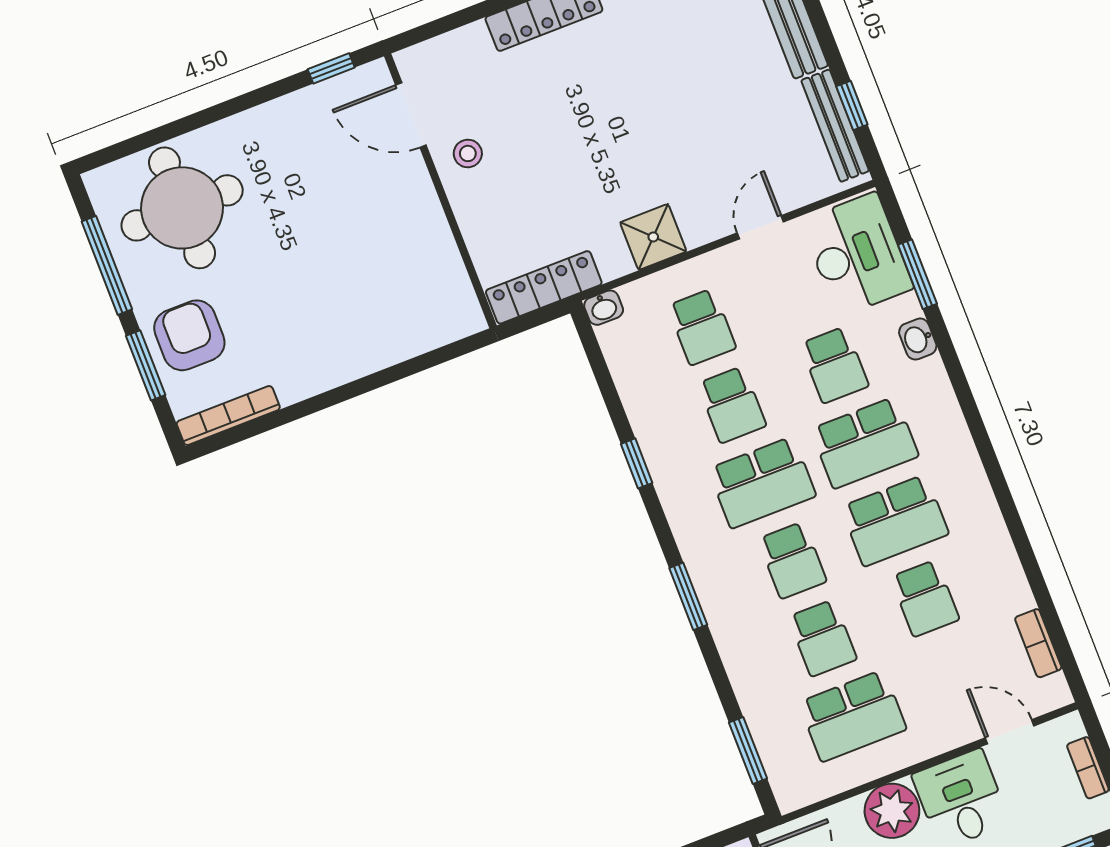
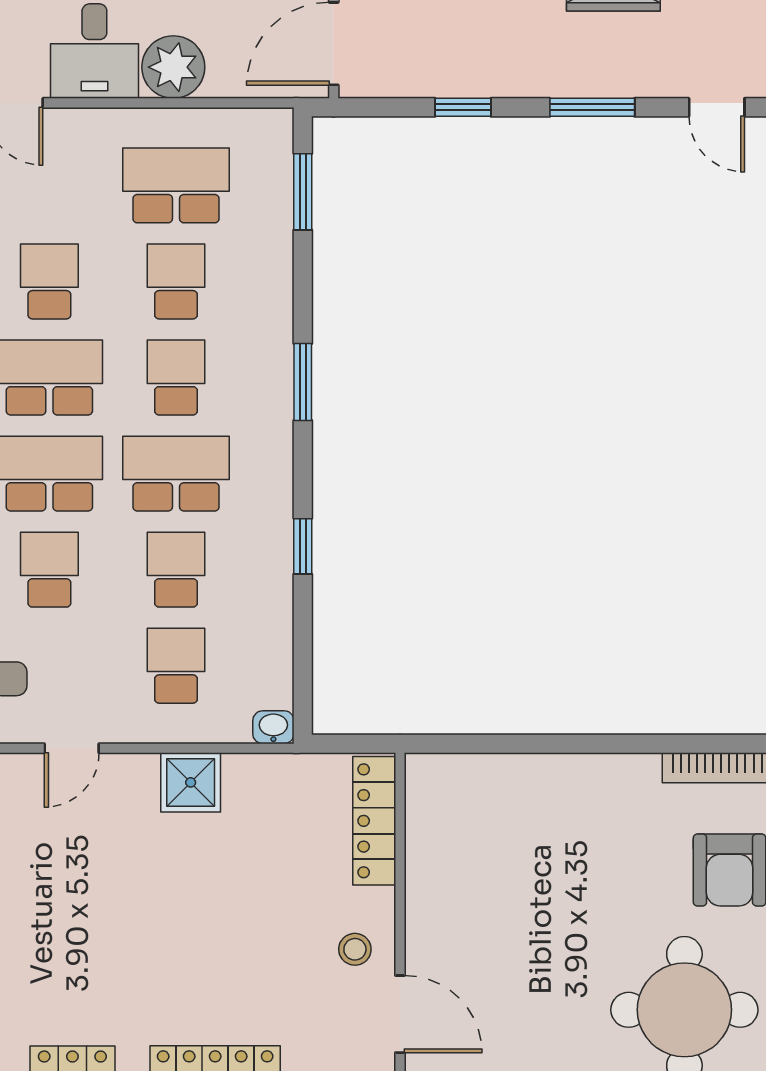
locker: (544, 287) -> (374, 821), moved, turned 90

